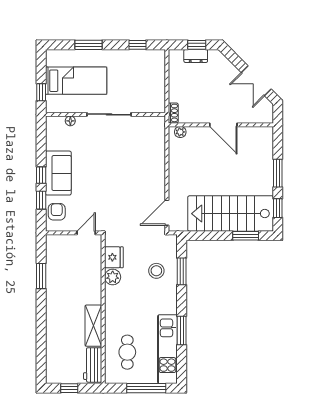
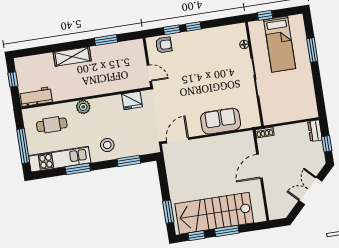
window: (138, 45) -> (319, 92), removed
dresser: (196, 56) -> (315, 131), moved
double door: (256, 81) -> (310, 191), moved
door: (223, 125) -> (259, 166), moved
plant: (180, 132) -> (249, 141), removed
sofa: (58, 173) -> (221, 121), moved, turned 180
door: (167, 213) -> (178, 140), hinge flipped
stairs: (231, 214) -> (214, 213), moved, turned -90
stool: (156, 271) -> (107, 145), moved
plant: (113, 277) -> (83, 107), moved
shelving: (93, 326) -> (72, 57), moved

